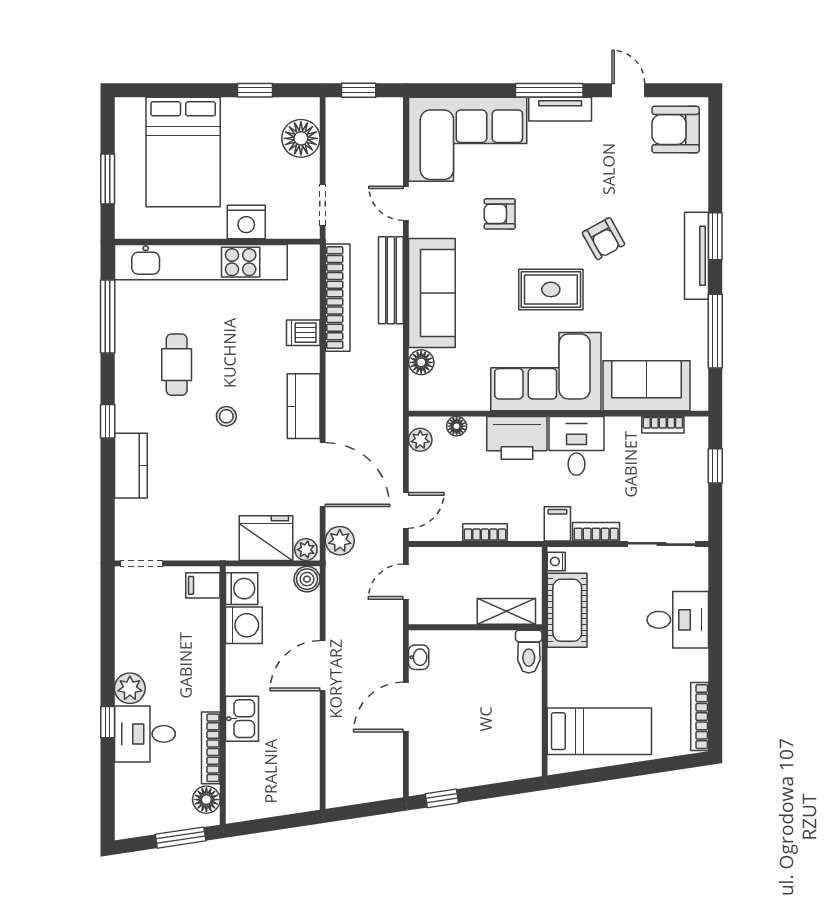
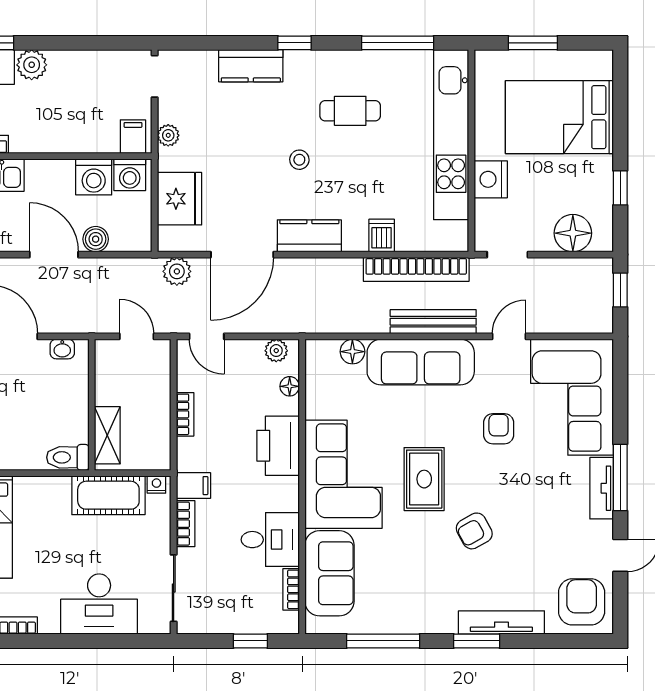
tv unit: (697, 256) -> (501, 622), moved
desk: (577, 446) -> (270, 540), moved
plant: (306, 550) -> (168, 135), moved
boiler: (307, 579) -> (96, 239), moved
desk: (678, 620) -> (99, 604), width x1.37

